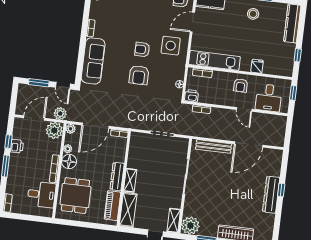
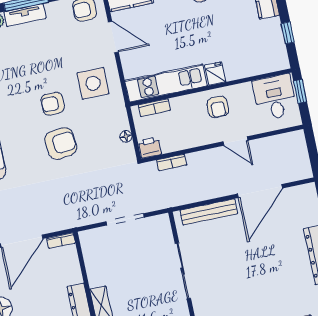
door: (192, 22) -> (113, 37), swing flipped
fridge: (257, 66) -> (215, 74), moved
armchair: (139, 75) -> (61, 143), turned -96
desk: (269, 98) -> (275, 97), moved, turned 180

